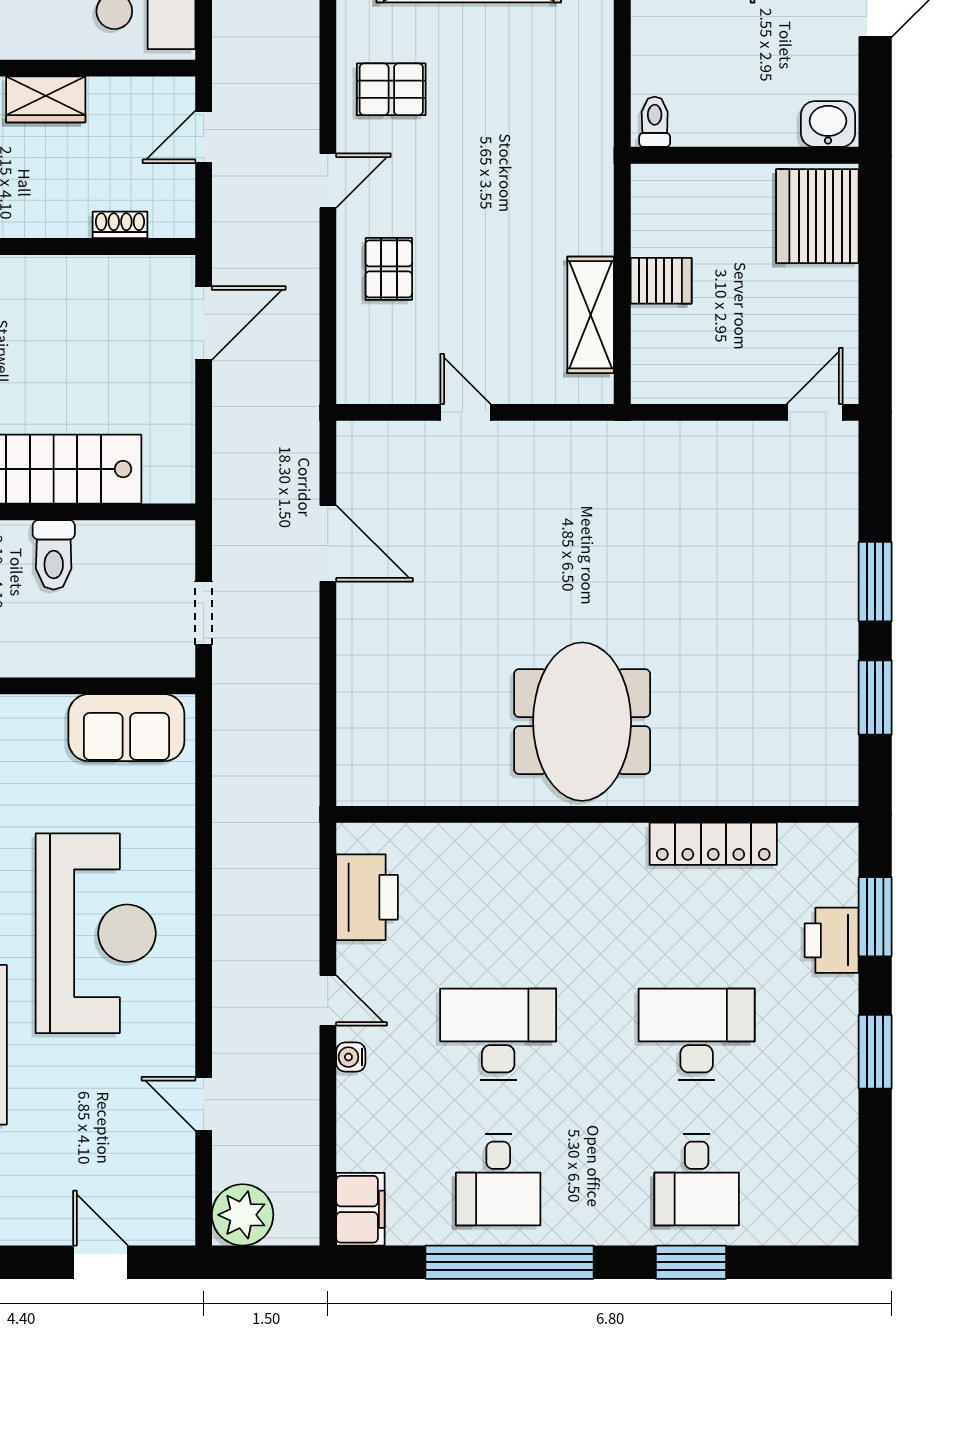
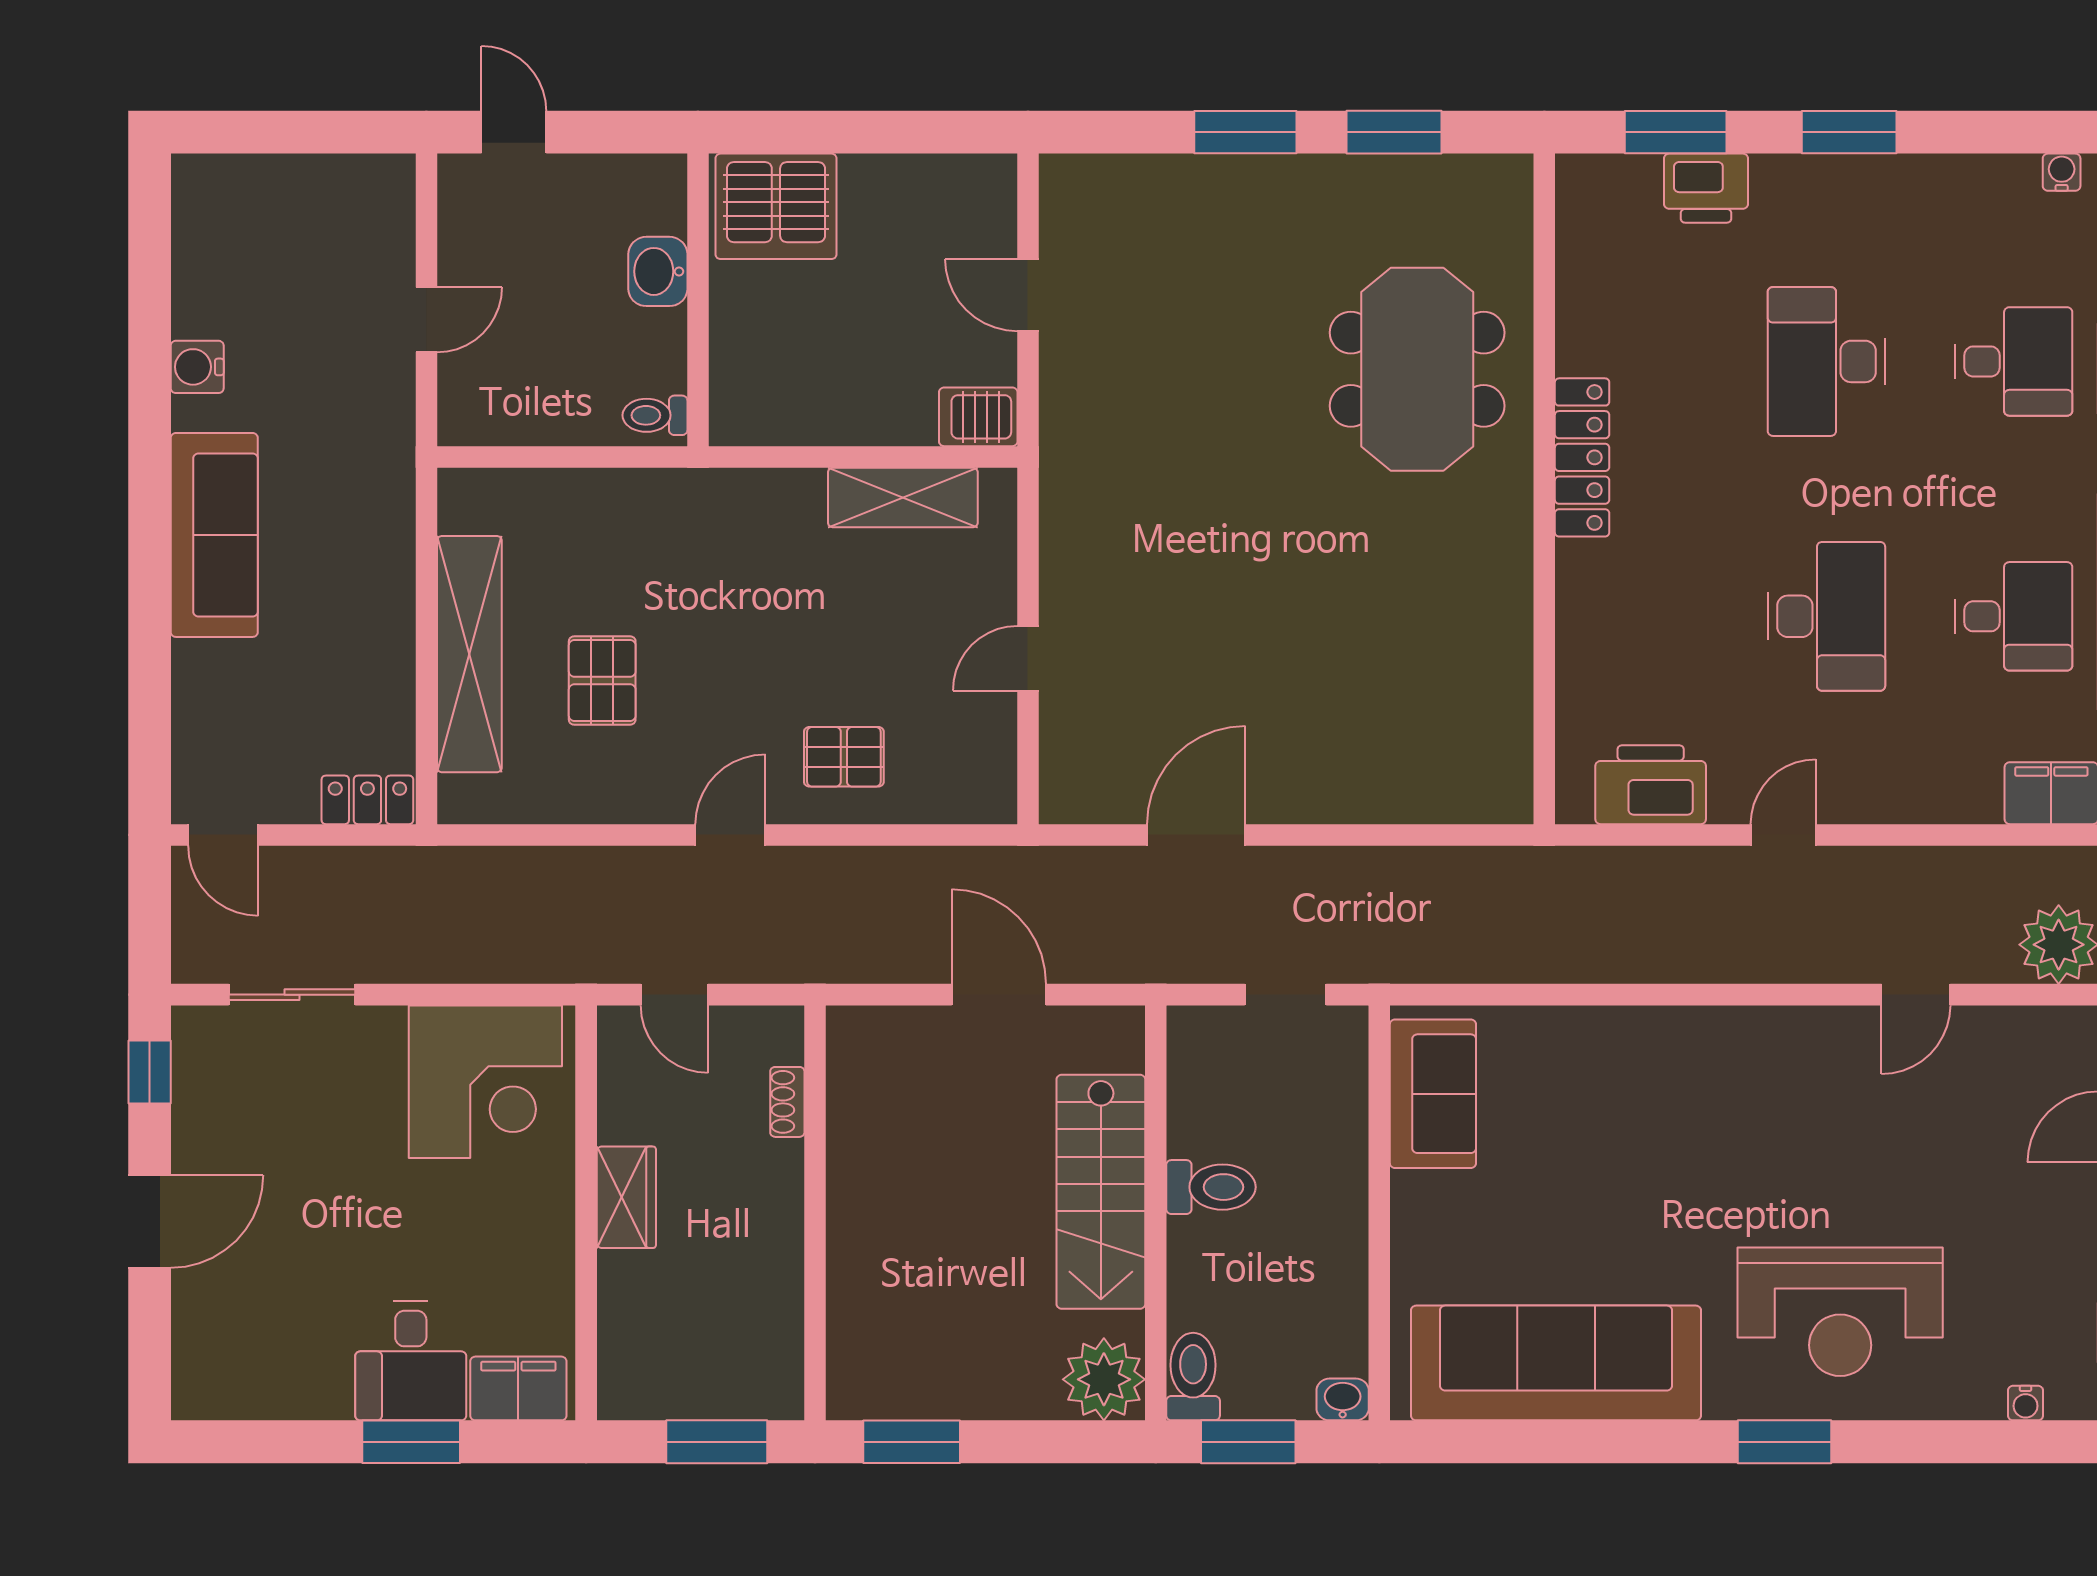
pallet: (391, 89) -> (602, 680), moved
washbasin: (828, 124) -> (658, 271), moved
door: (328, 181) -> (730, 835), hinge flipped
server rack: (661, 281) -> (978, 417), moved, turned -90
door: (204, 323) -> (999, 995), moved
door: (815, 412) -> (1028, 295), moved
meeting table: (582, 722) -> (1417, 369), moved, turned 90
locker: (713, 844) -> (1582, 457), moved
reception desk: (96, 933) -> (1697, 1133), removed
desk: (498, 1034) -> (1826, 616), turned 180
water cooler: (351, 1057) -> (2062, 172), moved, turned 180

